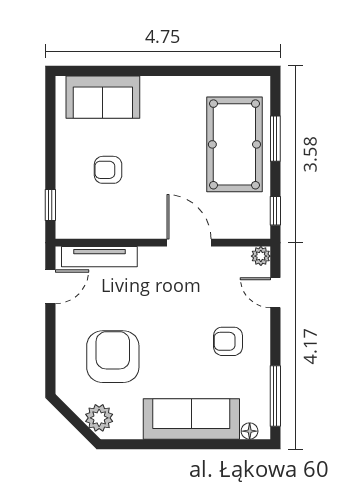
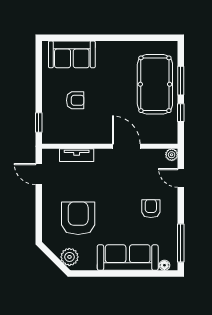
armchair: (108, 170) -> (75, 100), turned 180
window: (275, 211) -> (181, 113), moved
tv unit: (99, 257) -> (77, 155), width x0.71
door: (50, 287) -> (39, 174), swing flipped
armchair: (228, 341) -> (151, 209), turned 90

